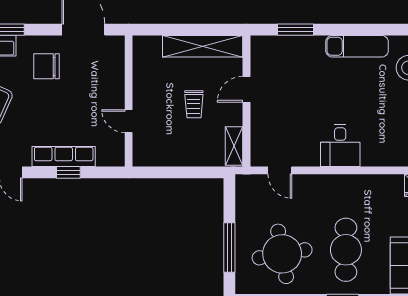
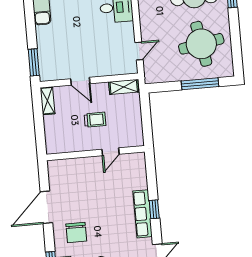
window: (295, 30) -> (34, 62), moved
shelving: (203, 46) -> (48, 101), width x0.45, depth x0.75
wall: (129, 101) -> (95, 153), moved
door: (129, 121) -> (111, 152), moved

